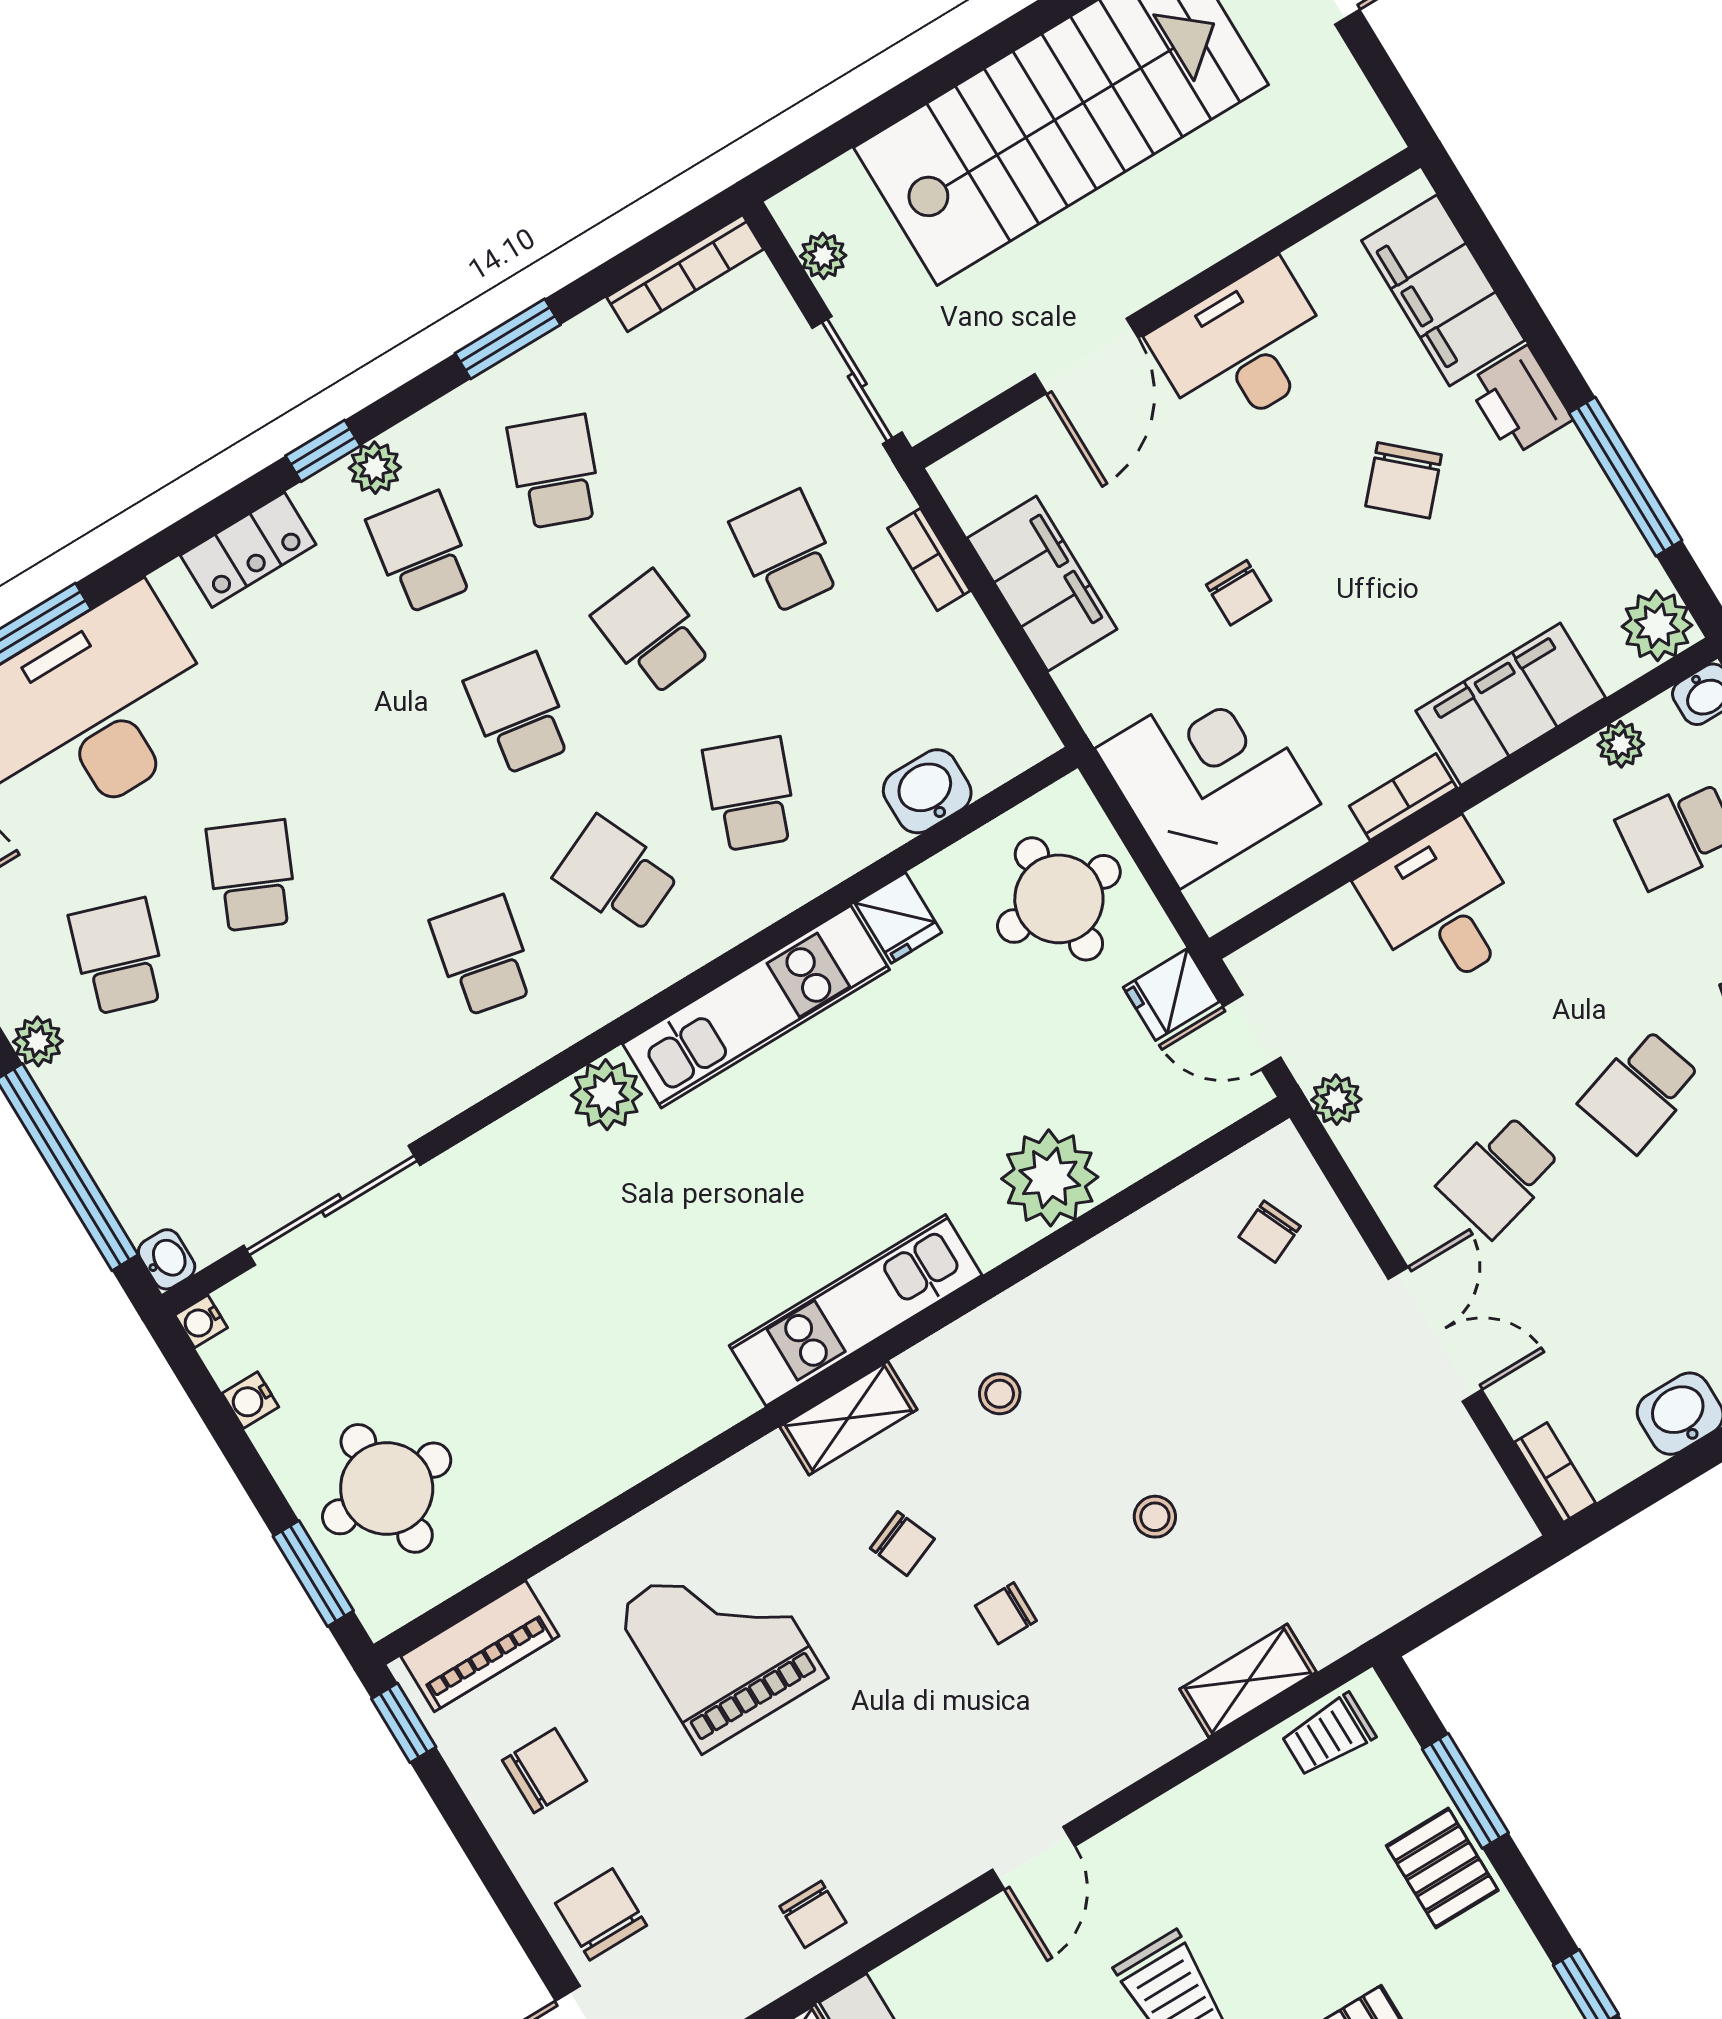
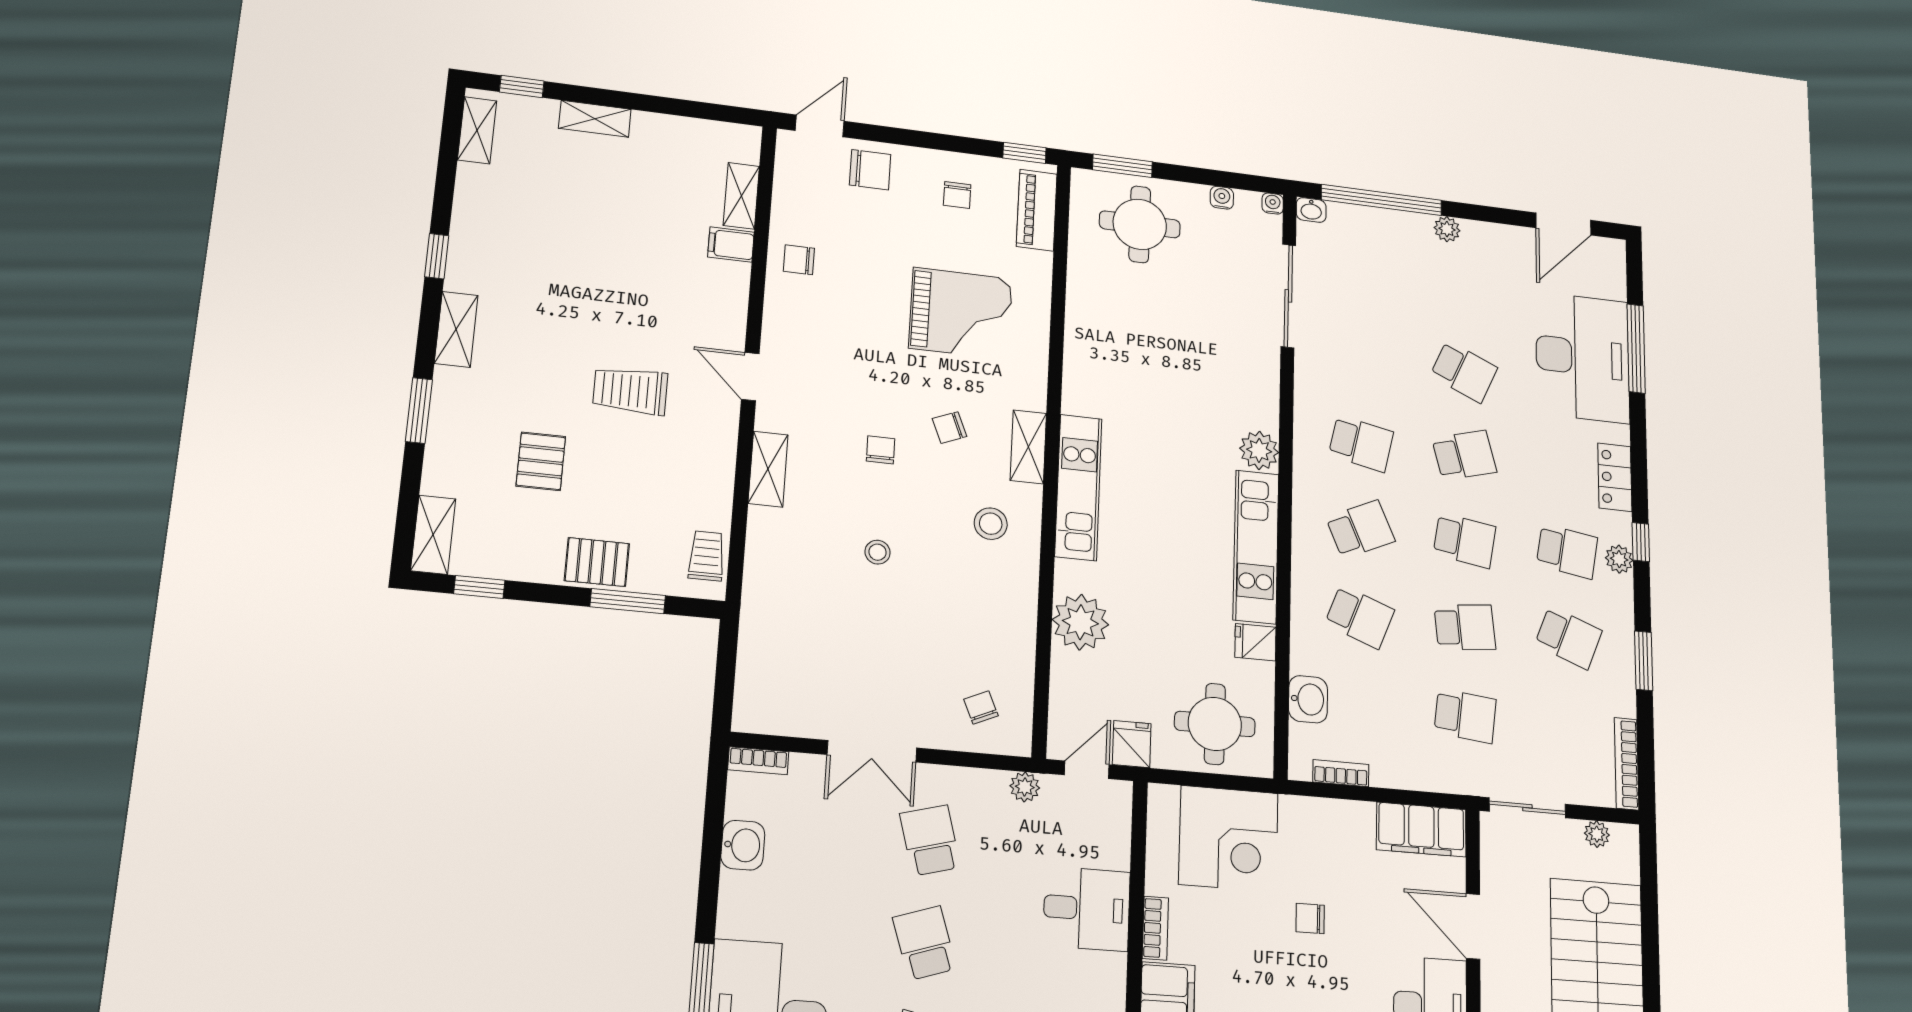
bookcase: (929, 560) -> (1341, 773), moved
filing cabinet: (1042, 584) -> (1421, 830), moved
school desk: (118, 957) -> (1464, 455), moved, turned -33
stool: (1000, 1394) -> (991, 524), width x1.37, depth x1.37
shelving: (1248, 1681) -> (768, 469), moved
chair: (544, 1771) -> (957, 195), width x0.73, depth x0.73

